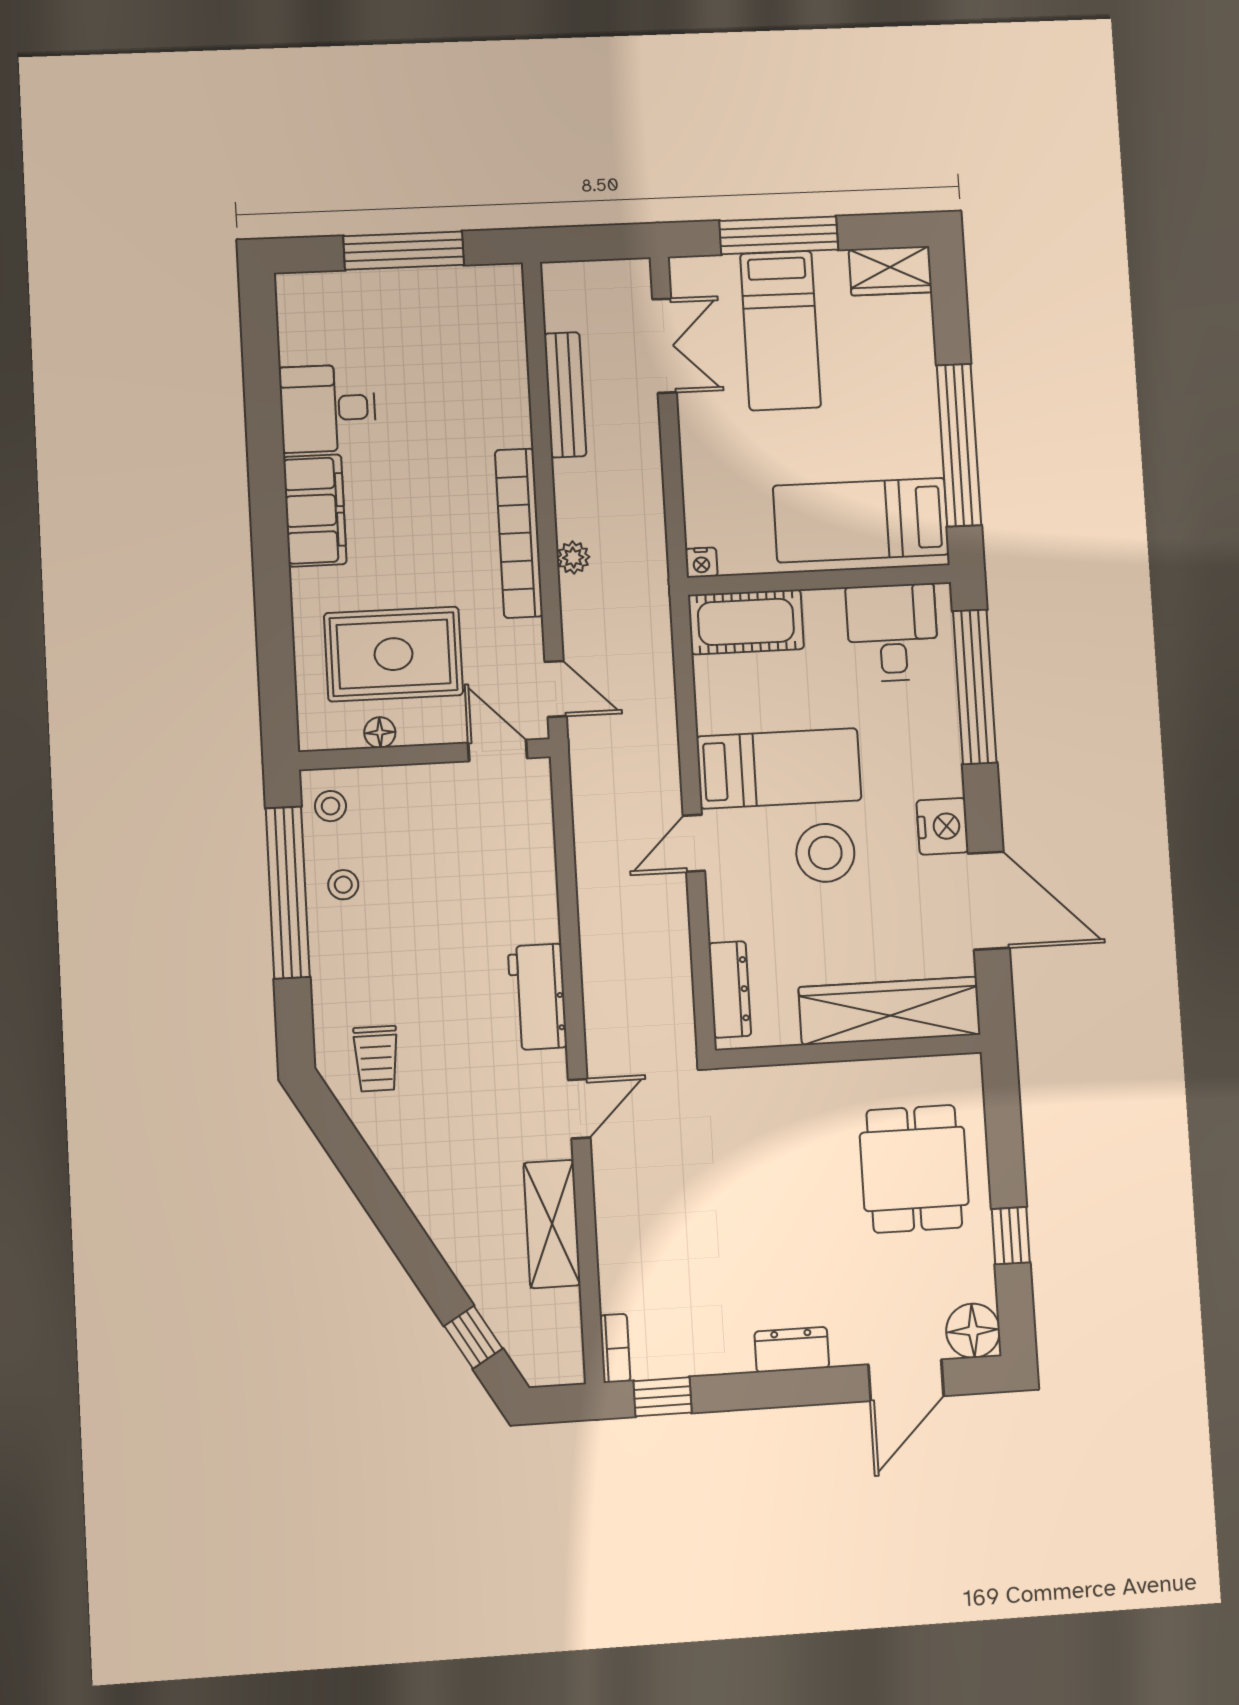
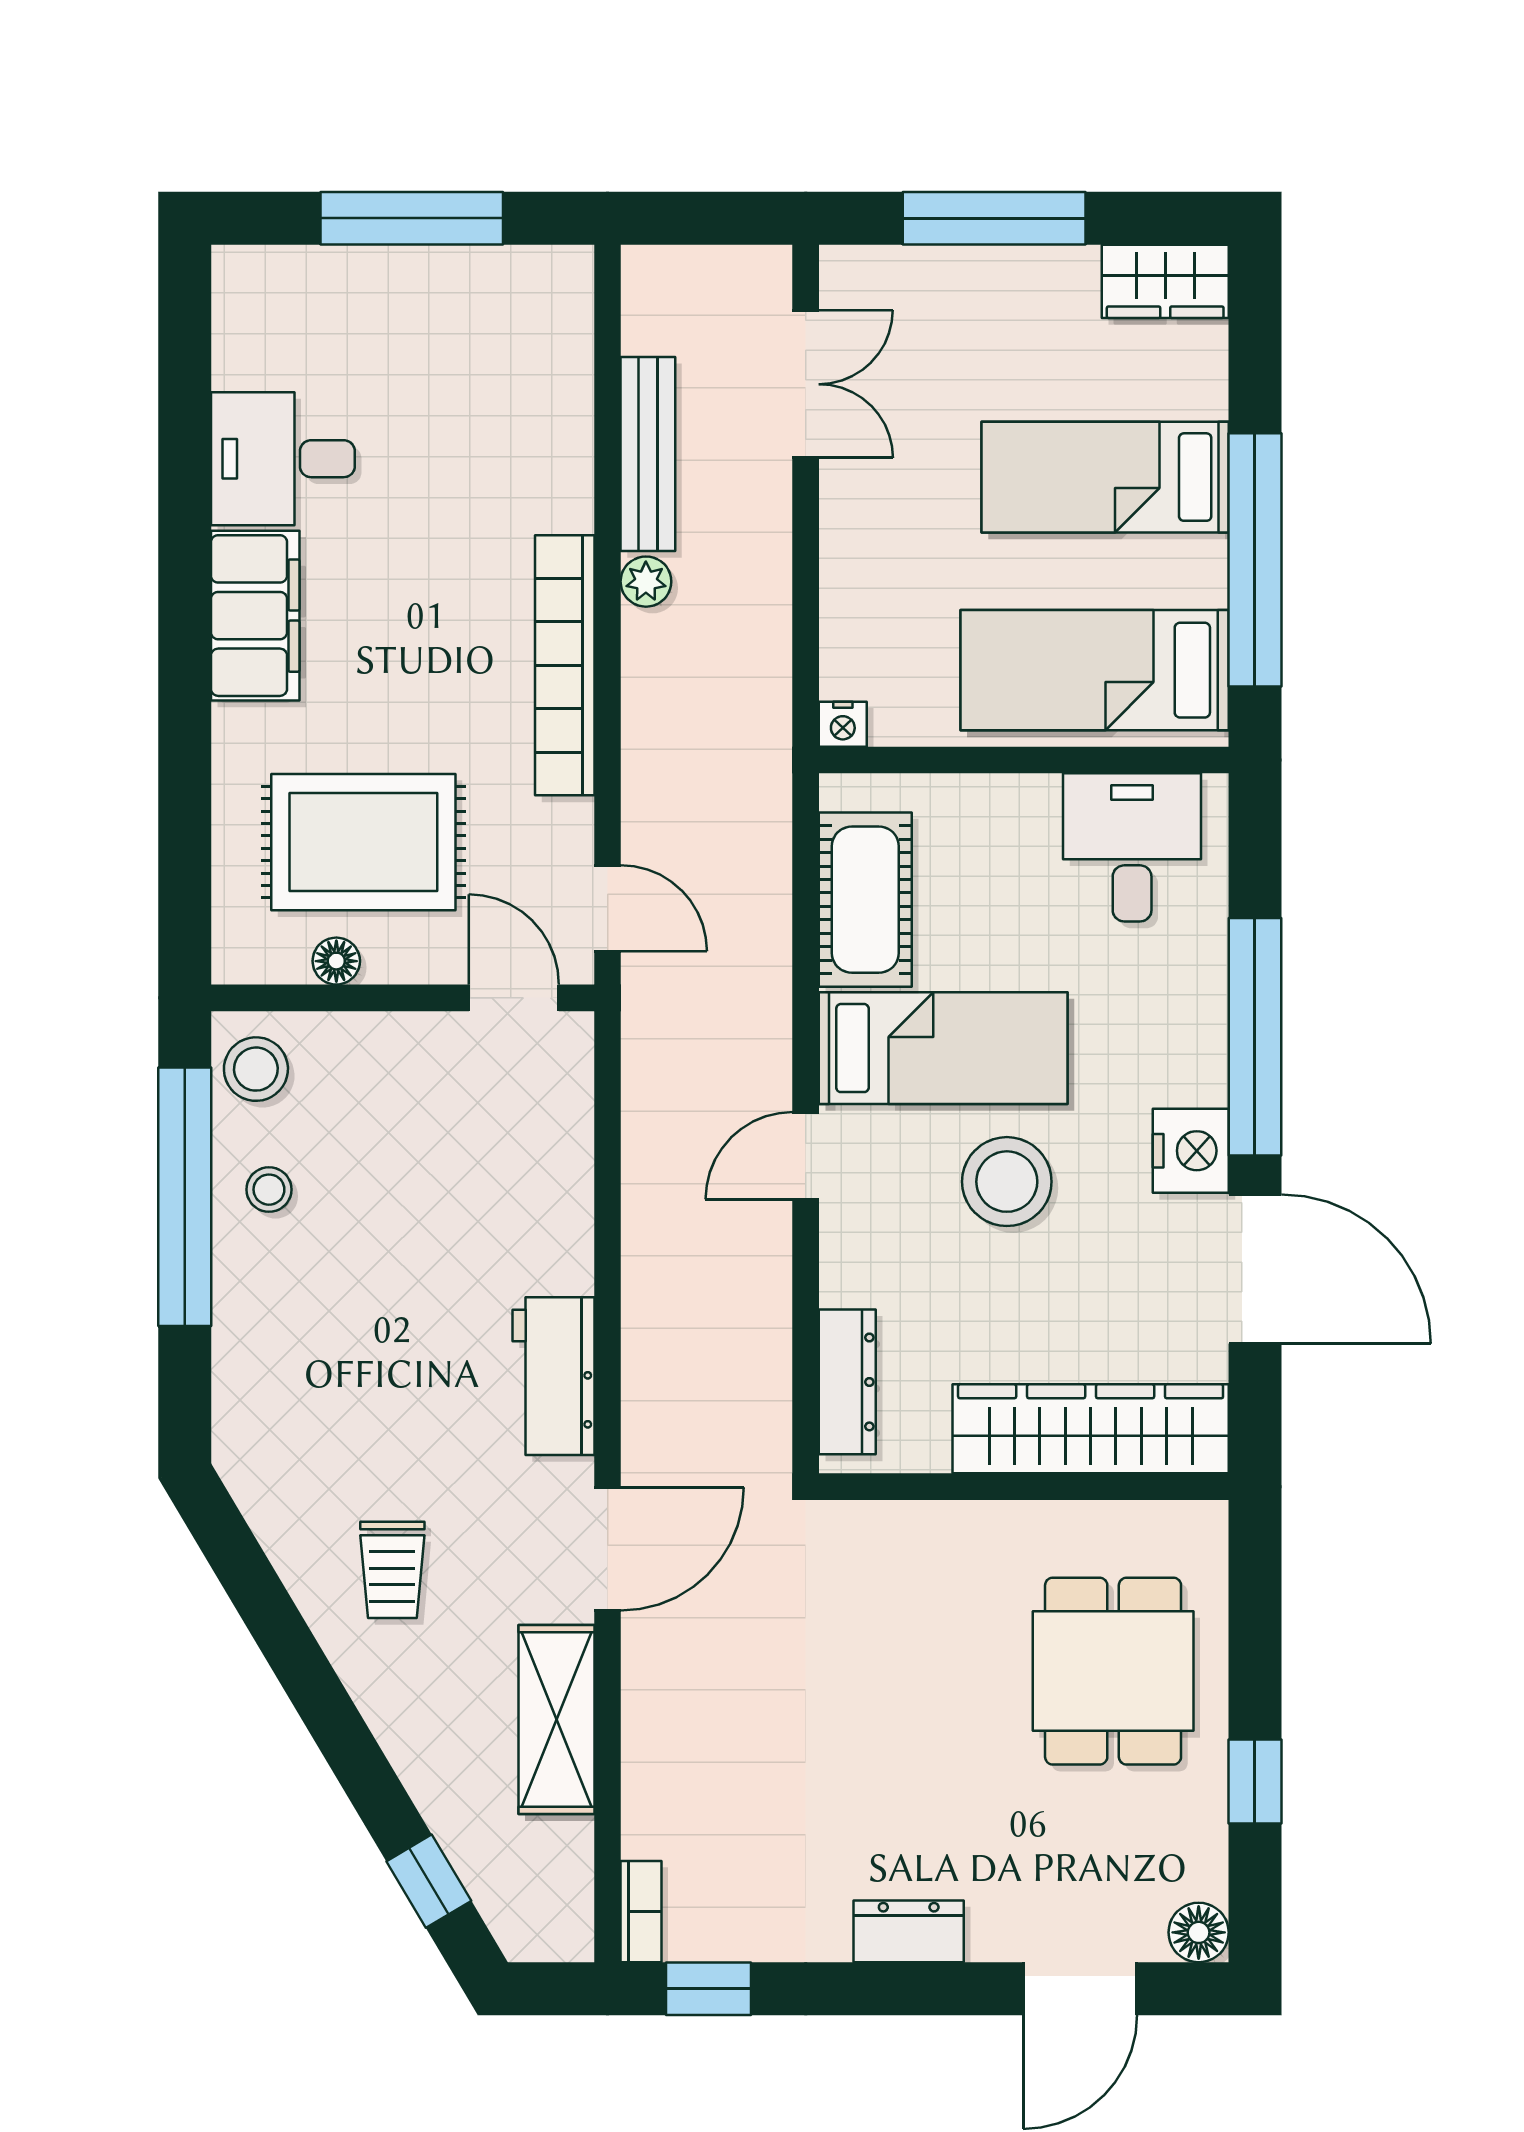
bed: (781, 331) -> (1105, 477), moved, turned 90
plant: (573, 558) -> (646, 582), moved
cot: (746, 622) -> (865, 900), moved, turned 90
window: (975, 687) -> (1255, 1037), moved
stool: (331, 806) -> (256, 1069), width x1.37, depth x1.37
trolley: (376, 1059) -> (392, 1570), moved
door: (579, 1109) -> (608, 1549), width x1.38
floor lamp: (973, 1331) -> (1199, 1932), width x0.73, depth x0.73

